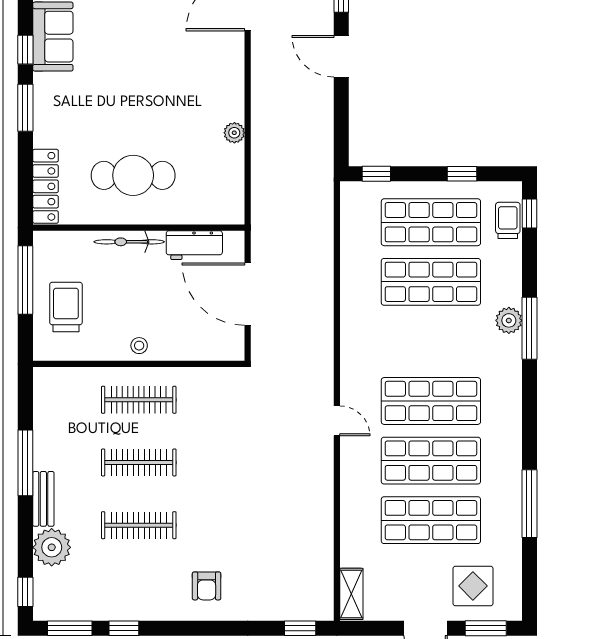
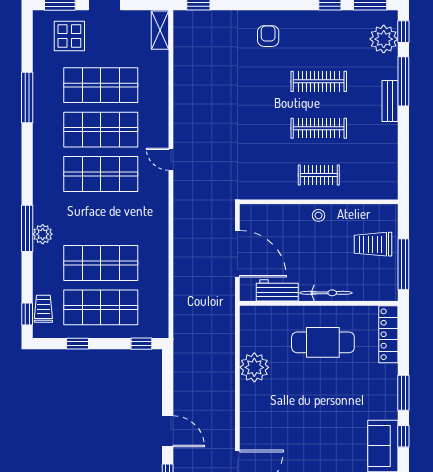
plant: (234, 133) -> (254, 367), width x1.88, depth x1.88
trolley: (508, 220) -> (43, 309), turned 180
trolley: (66, 307) -> (373, 244), turned 90
clothes rail: (139, 400) -> (319, 175), width x0.73
window: (25, 463) -> (403, 81), moved
plant: (52, 547) -> (384, 39), moved

